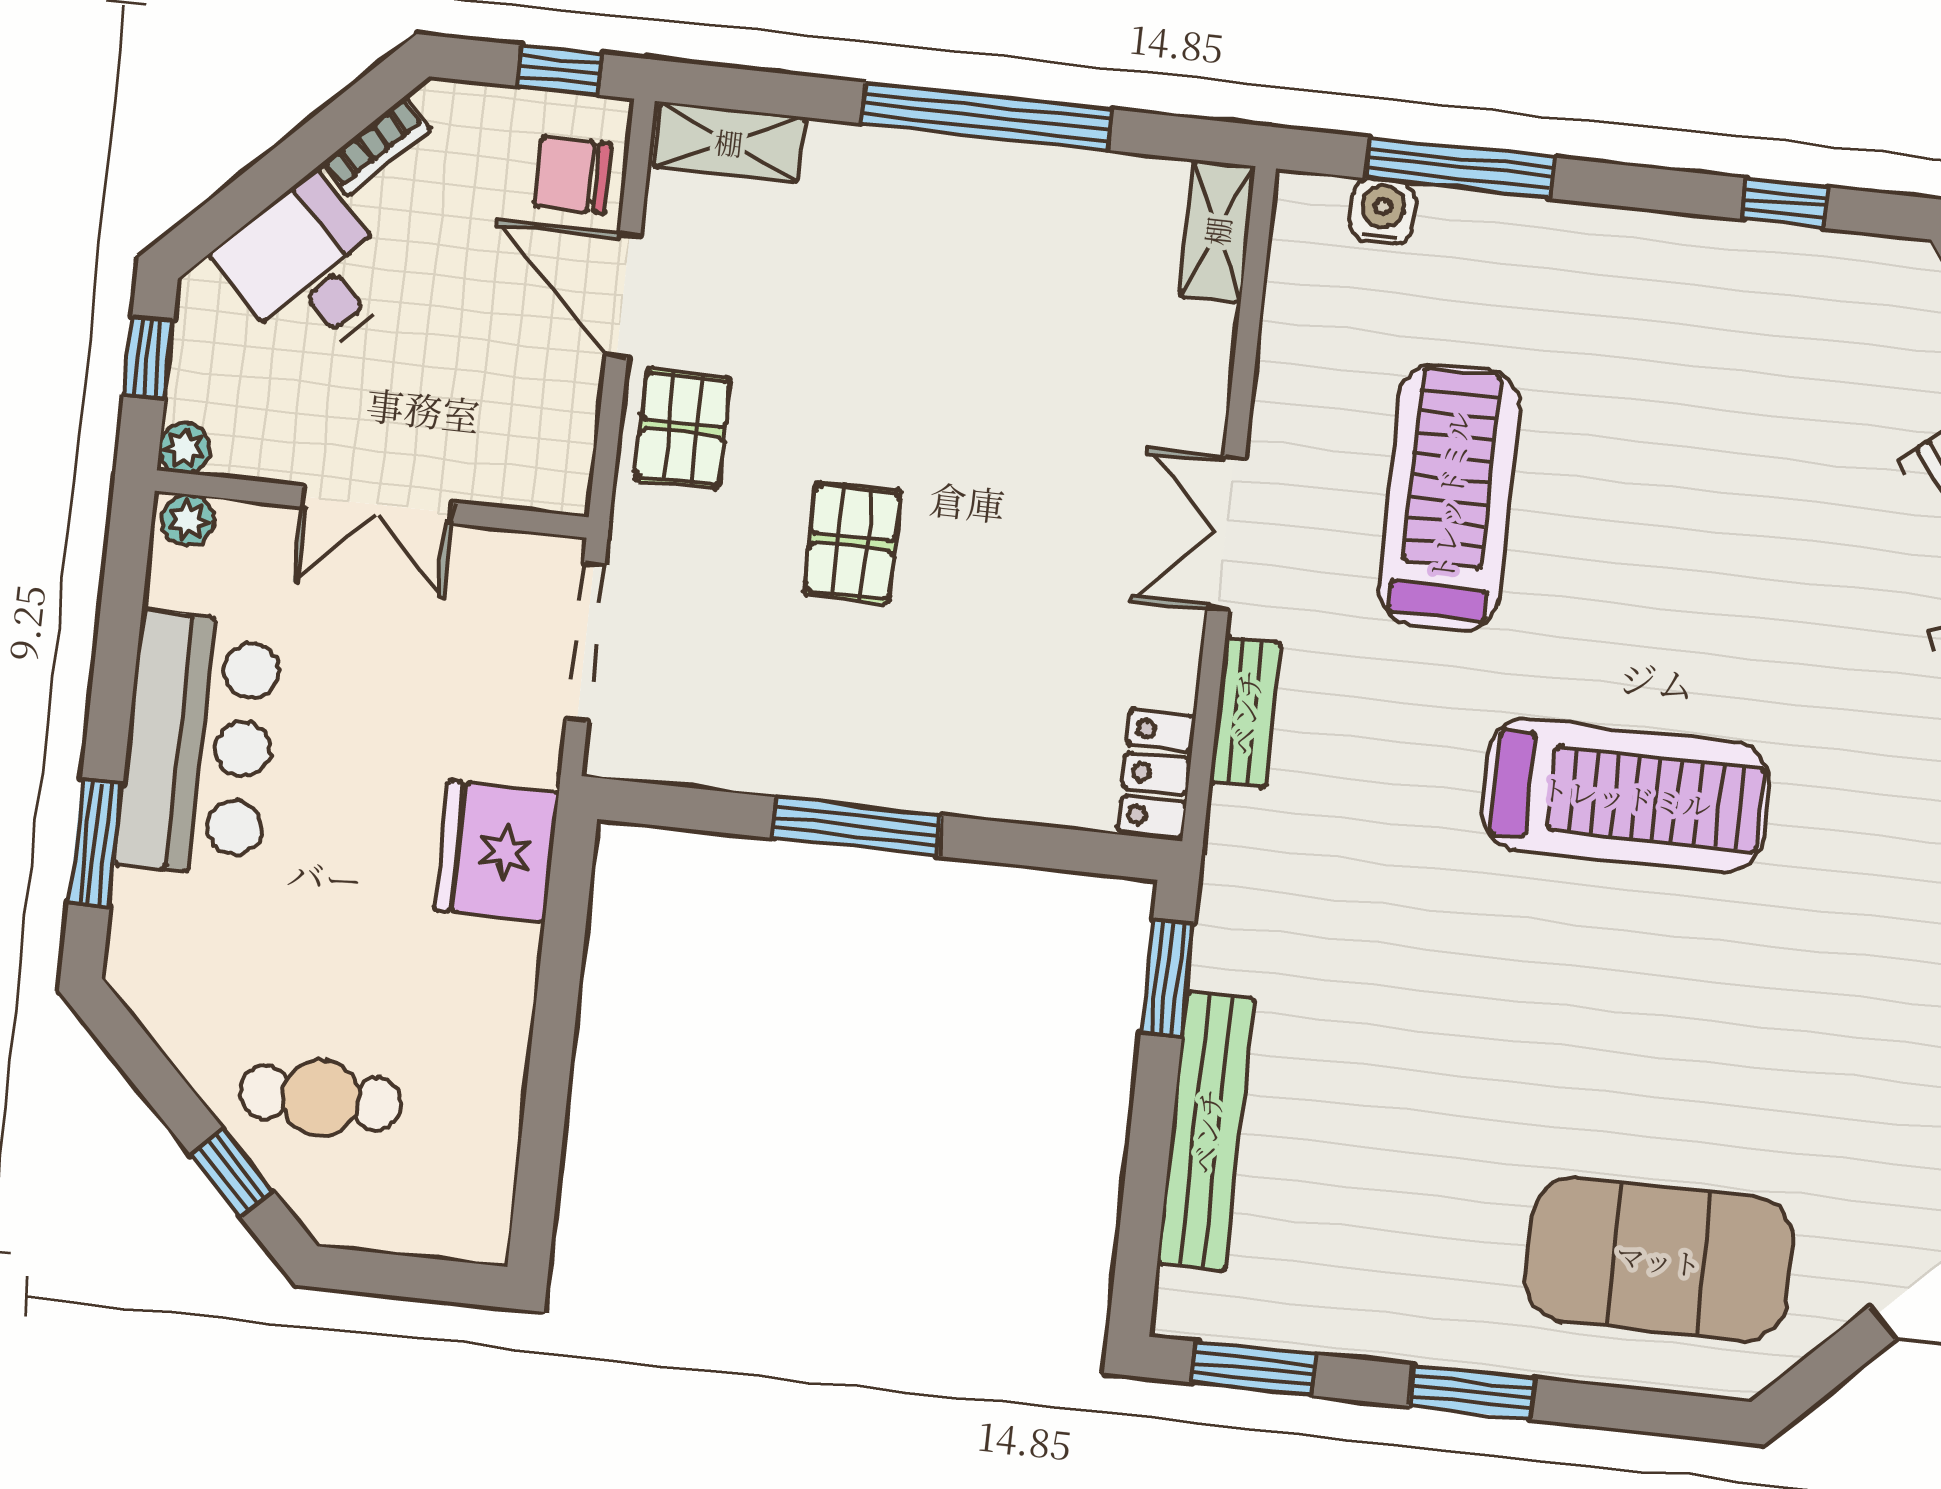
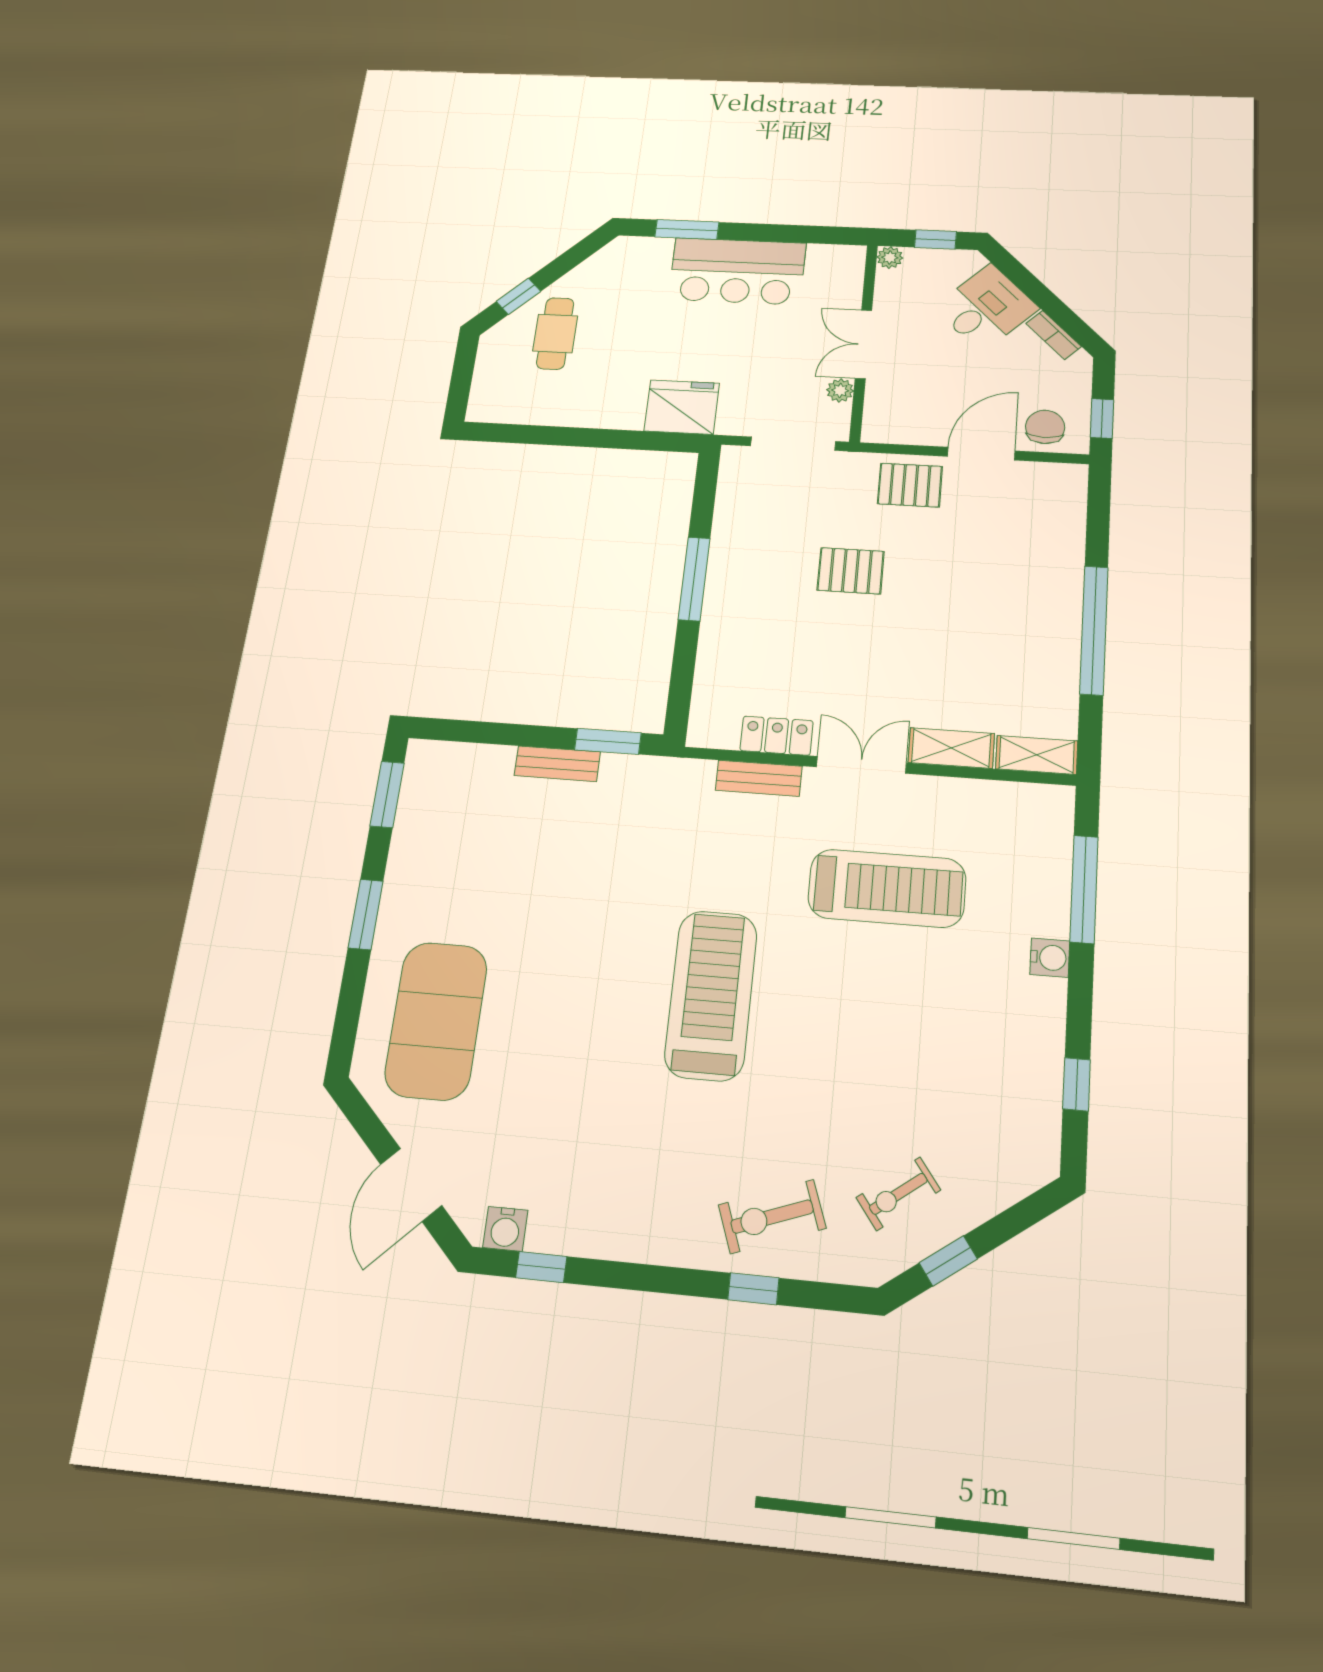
shelving: (729, 142) -> (951, 748), moved, turned 90
water cooler: (1382, 211) -> (1050, 958), moved
plant: (188, 520) -> (840, 390), moved
locker: (1157, 773) -> (777, 736), moved
treadmill: (1626, 796) -> (711, 995), turned 180
bench: (1206, 1131) -> (557, 764), width x0.54, depth x0.82

